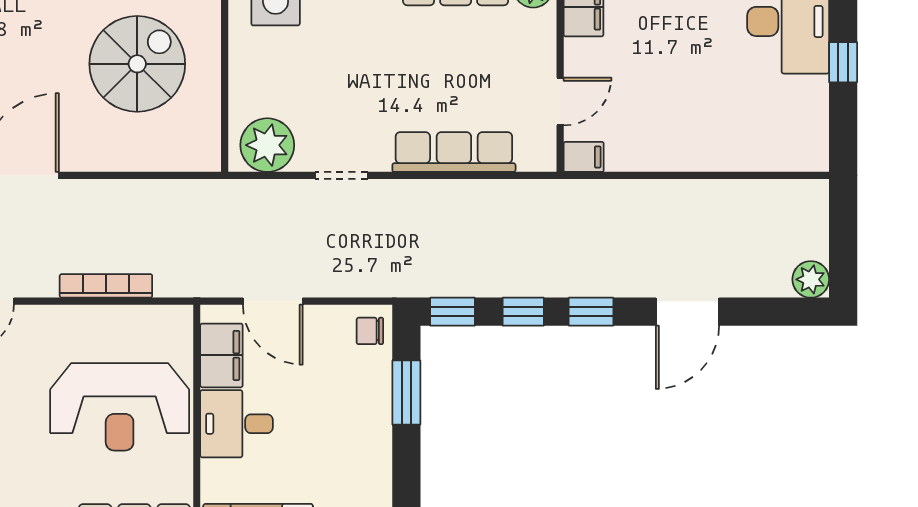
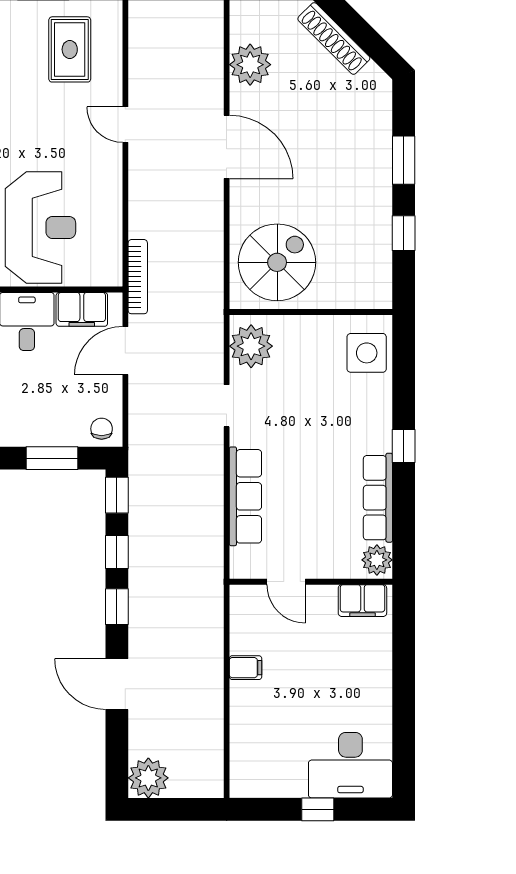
spiral stairs: (137, 64) -> (277, 262), moved, turned -90
filing cabinet: (584, 157) -> (246, 668), moved, turned -90
plant: (811, 279) -> (148, 778), width x1.36, depth x1.36
bookcase: (106, 286) -> (138, 277), moved
reception desk: (120, 407) -> (40, 227), turned 180

